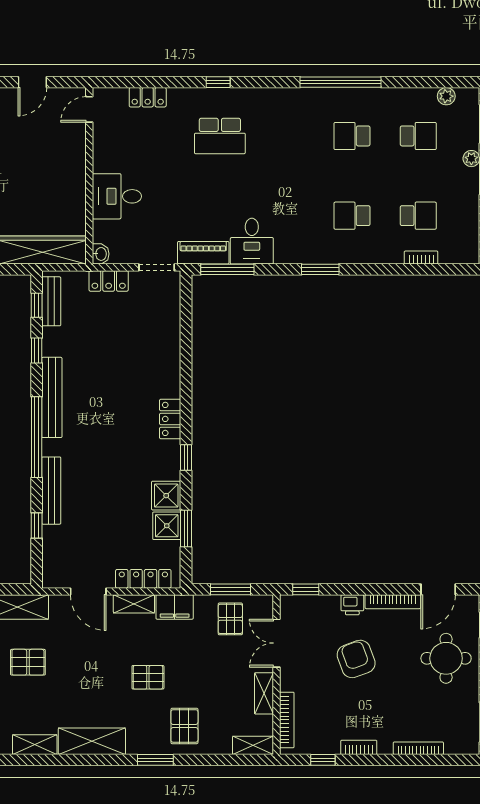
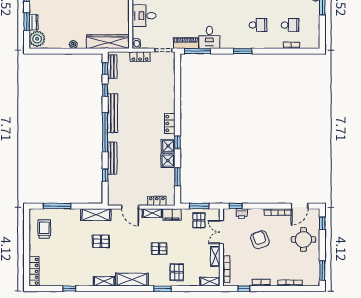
school desk: (352, 216) -> (258, 25), turned 180
shower: (167, 526) -> (168, 146), moved
locker: (143, 579) -> (157, 201), width x0.66
printer: (352, 605) -> (242, 214), moved

